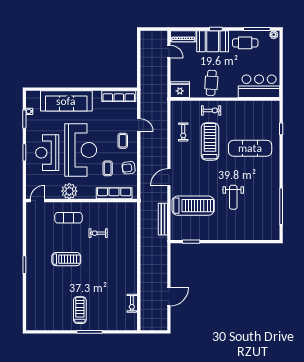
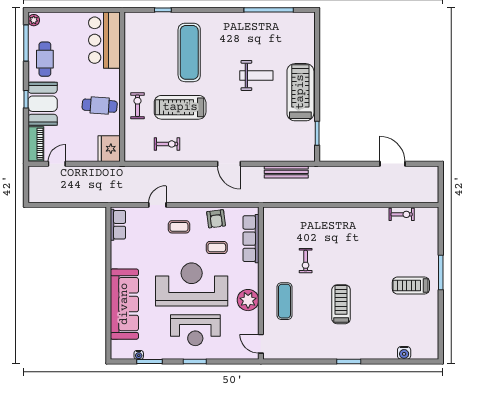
row of seats: (119, 96) -> (118, 225), width x0.68
treadmill: (193, 206) -> (300, 92), moved
water cooler: (31, 305) -> (404, 353), added

